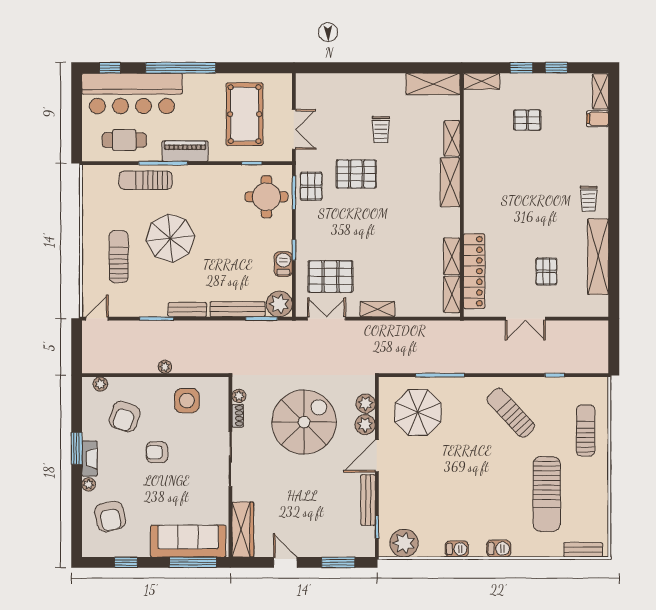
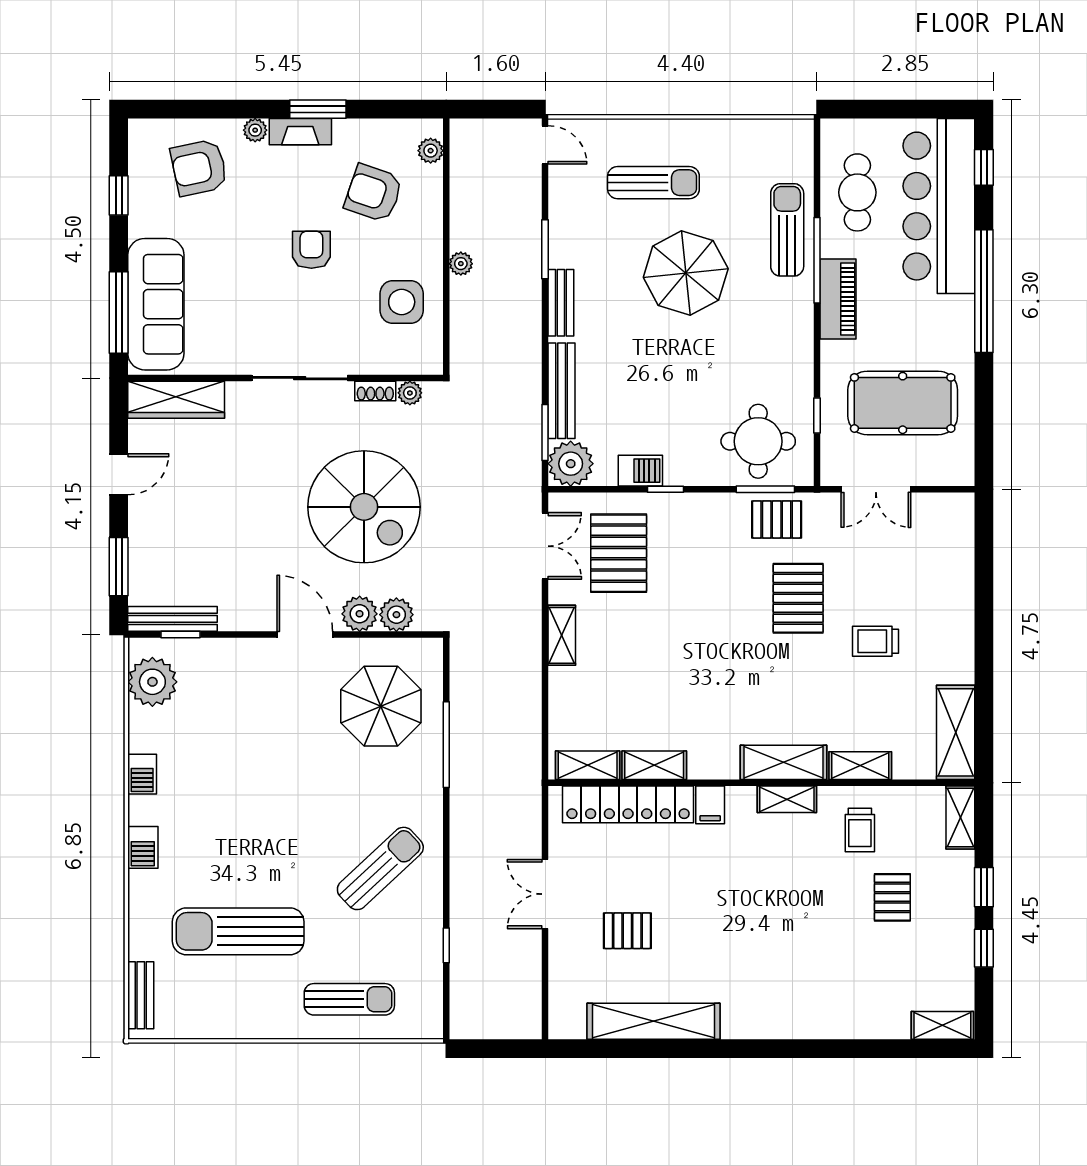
filing cabinet: (598, 119) -> (710, 805), moved, turned 180
shelving: (471, 180) -> (787, 799), added
trolley: (589, 199) -> (860, 830), moved, turned -90
bench: (368, 500) -> (173, 619), moved

